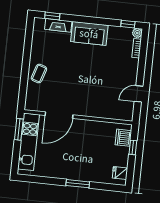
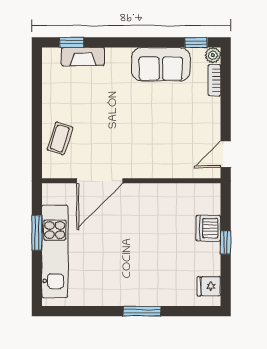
sofa: (89, 33) -> (161, 64), moved
door: (59, 115) -> (100, 181), moved
wall: (78, 117) -> (131, 181), moved

